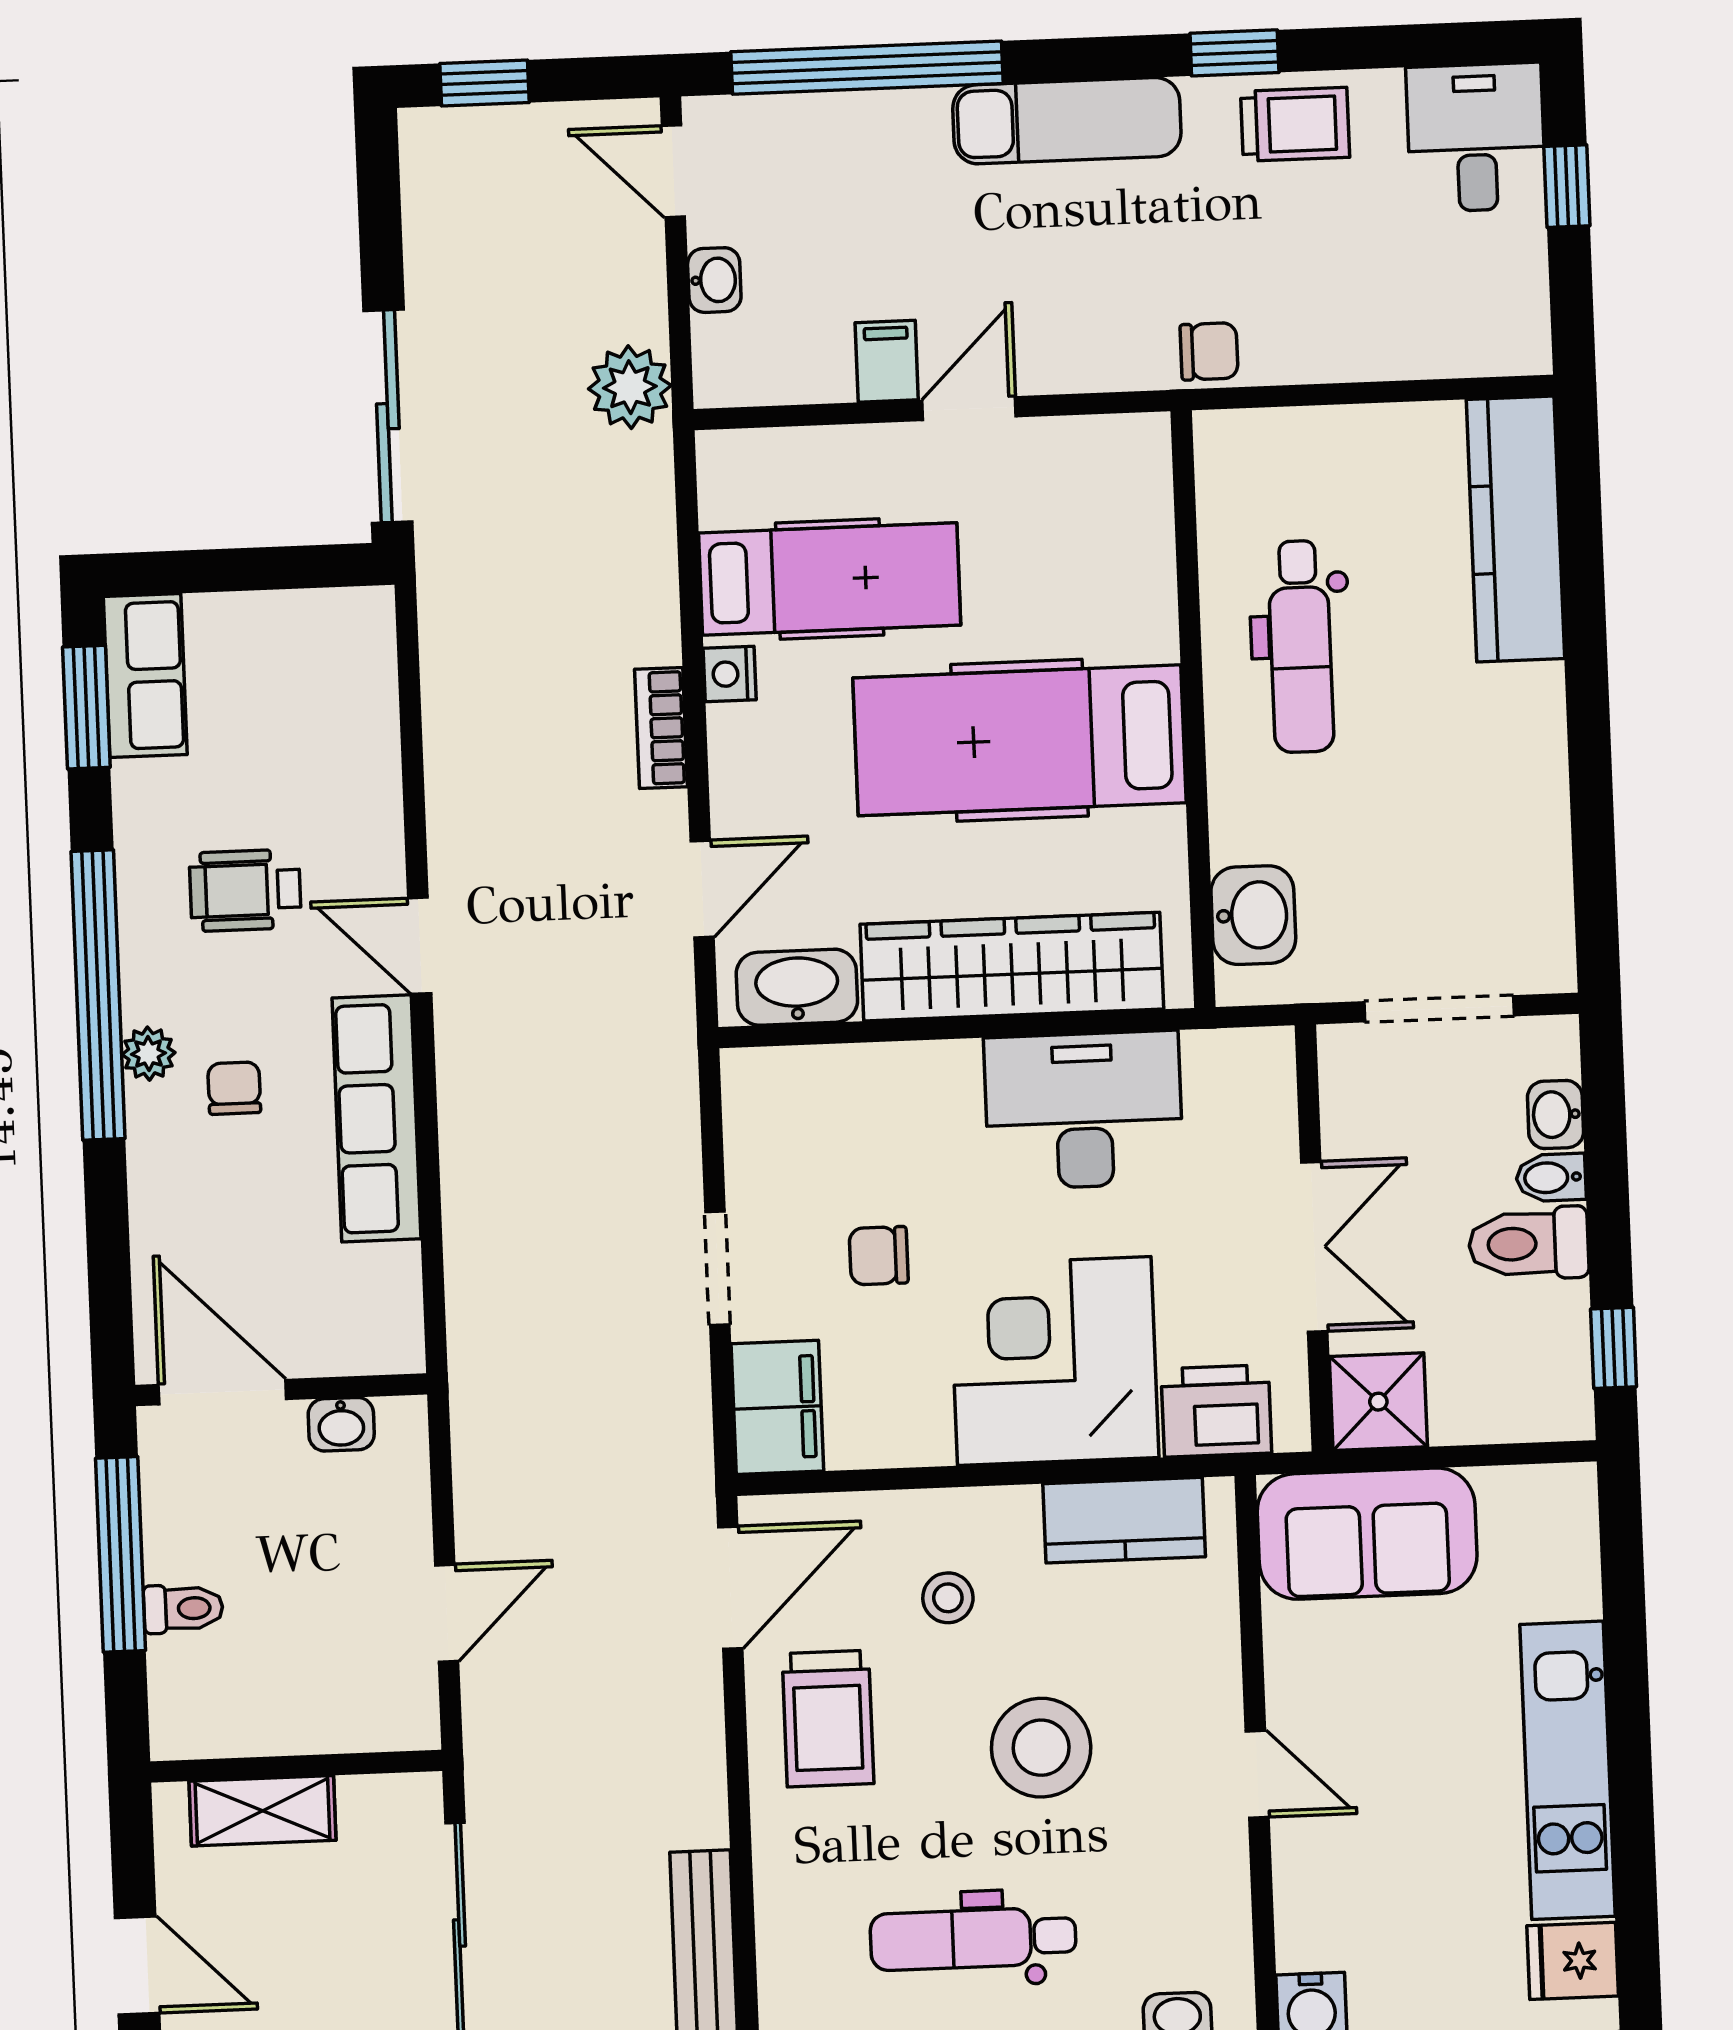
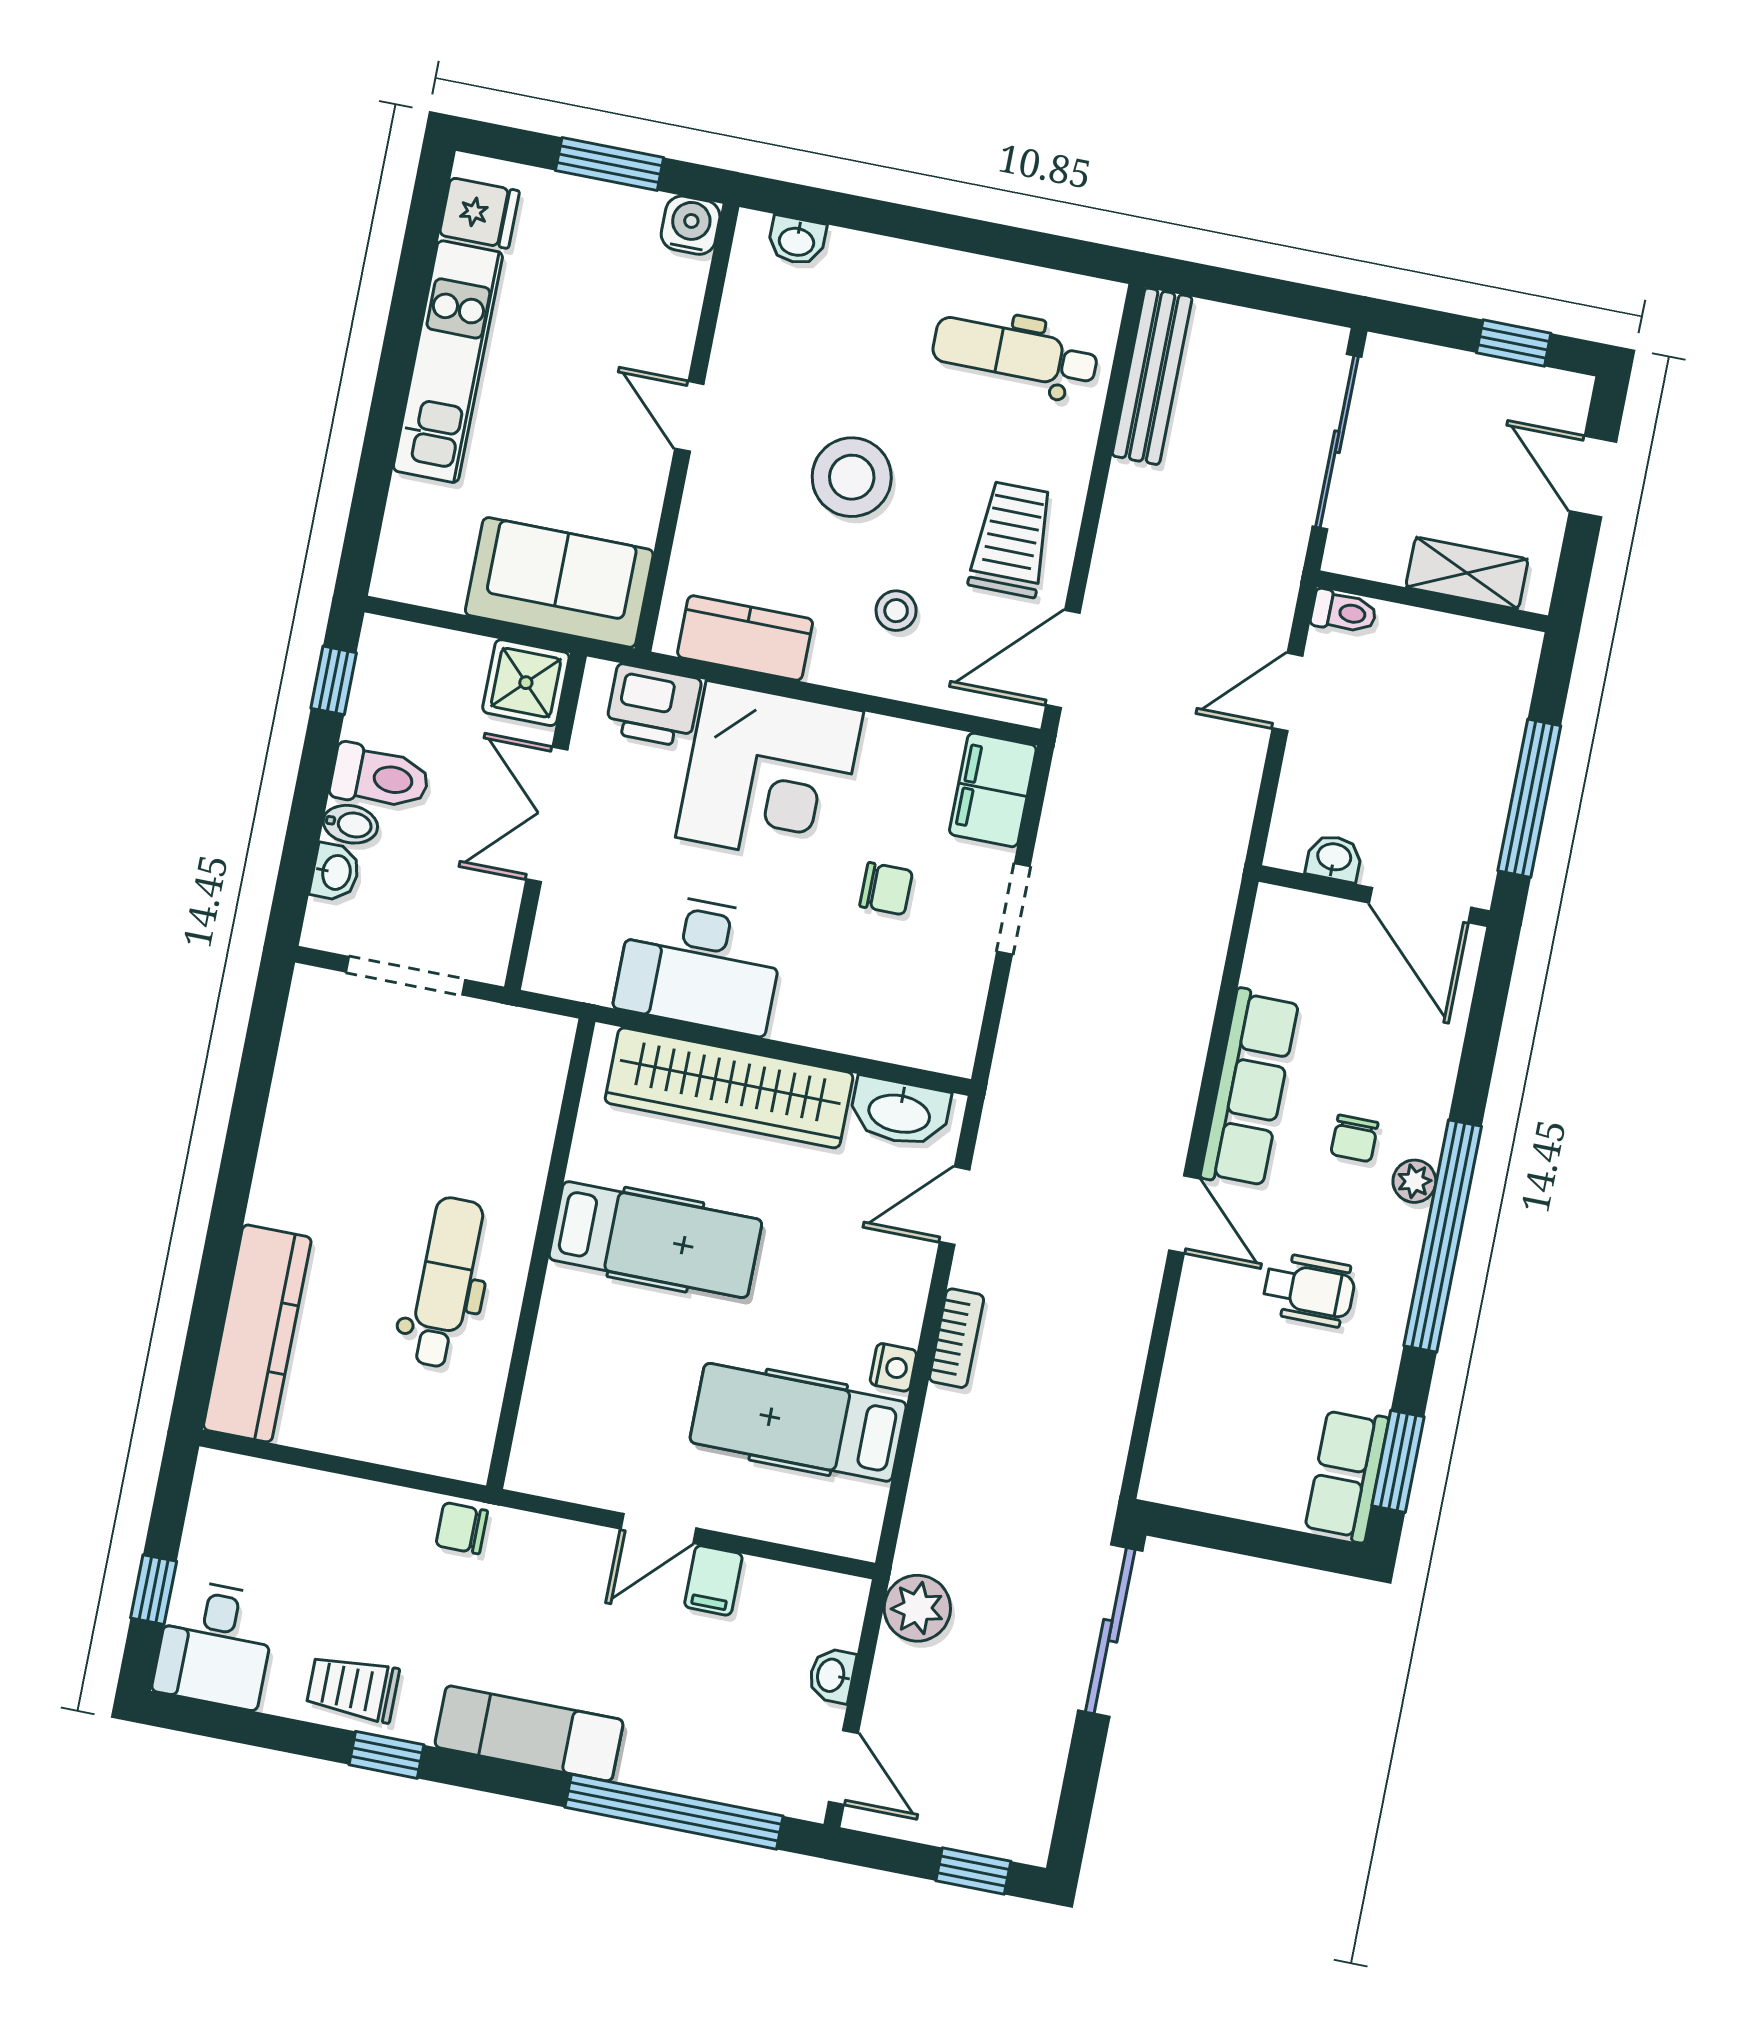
hospital bed: (1019, 740) -> (655, 1240), width x0.73, depth x0.78
washbasin: (1253, 915) -> (532, 1083), removed
toilet: (183, 1609) -> (1344, 612), moved, turned 180
dental chair: (973, 1939) -> (1015, 353), moved, turned 180

